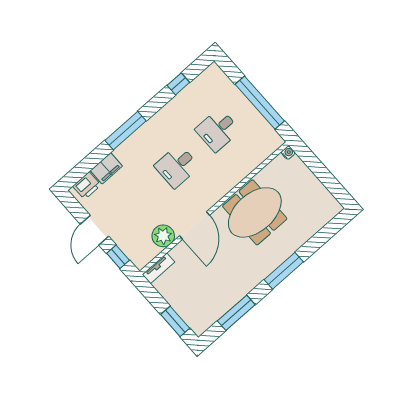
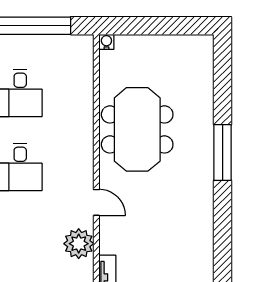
door: (195, 226) -> (96, 202), width x0.53
window: (236, 313) -> (223, 238), removed

